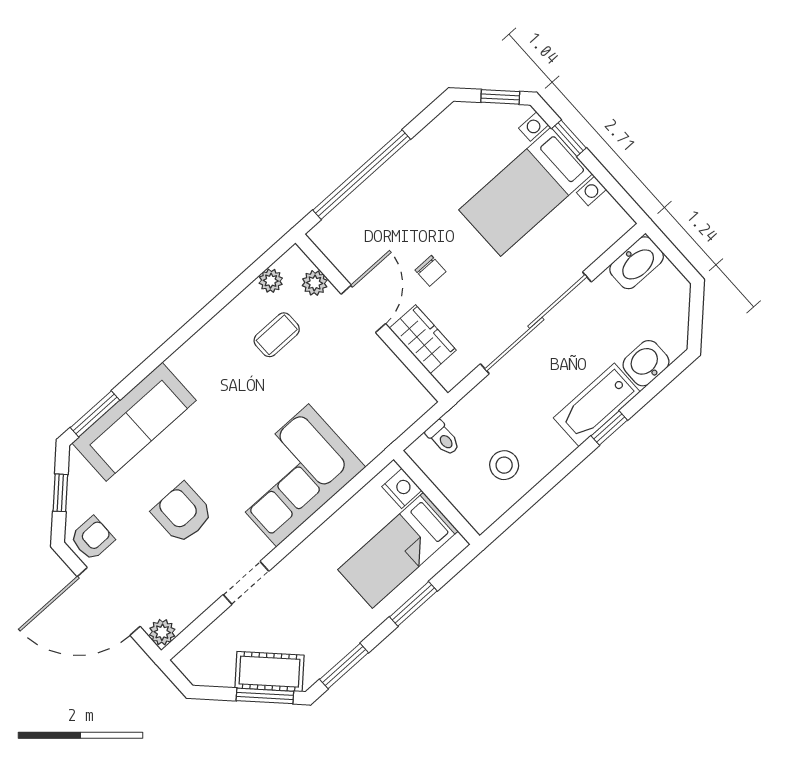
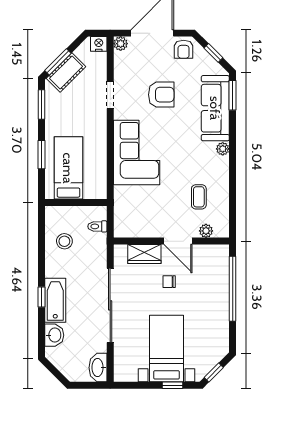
plant: (271, 281) -> (223, 149), moved
nightstand: (402, 488) -> (99, 44), moved, turned 180

